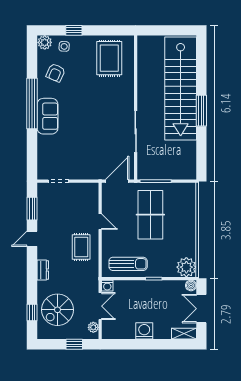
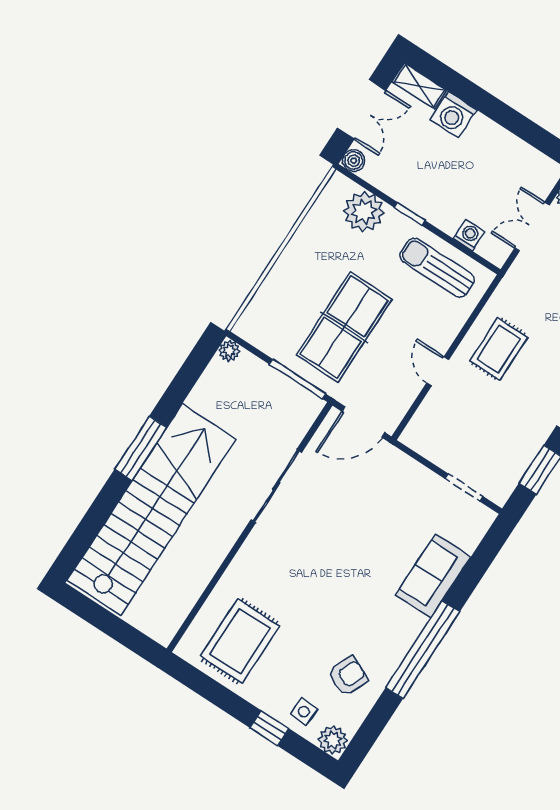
sofa: (47, 116) -> (433, 576), moved
plant: (191, 174) -> (229, 351), added
plant: (186, 267) -> (364, 212), moved
washing machine: (107, 286) -> (469, 235), moved
washing machine: (144, 331) -> (454, 115), moved

